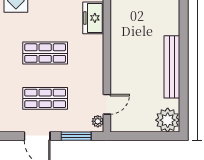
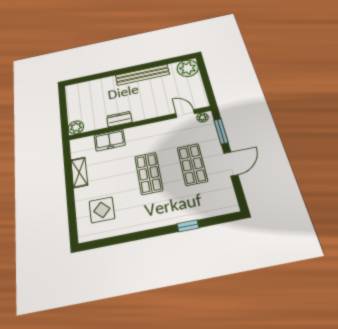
dresser: (118, 32) -> (119, 119), added

